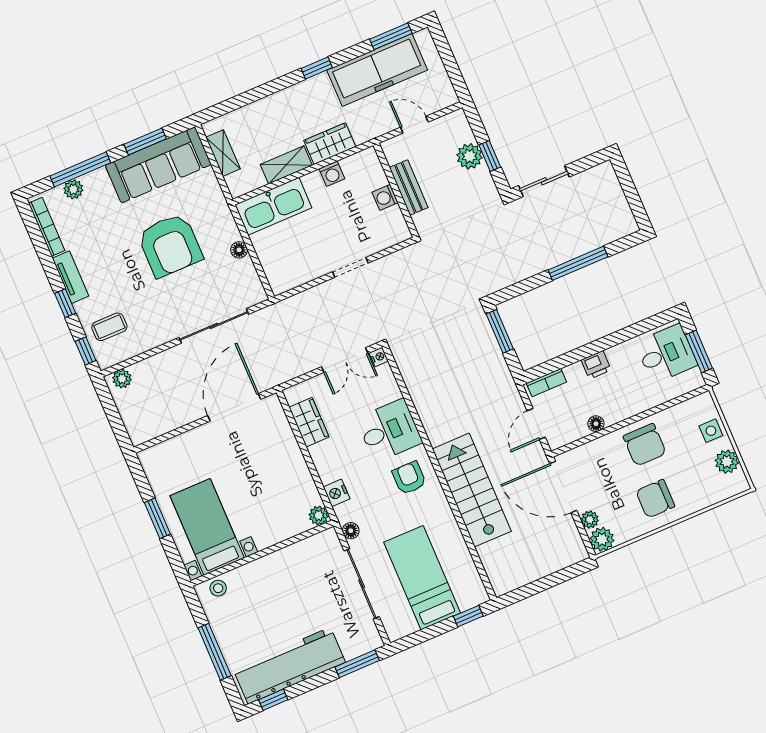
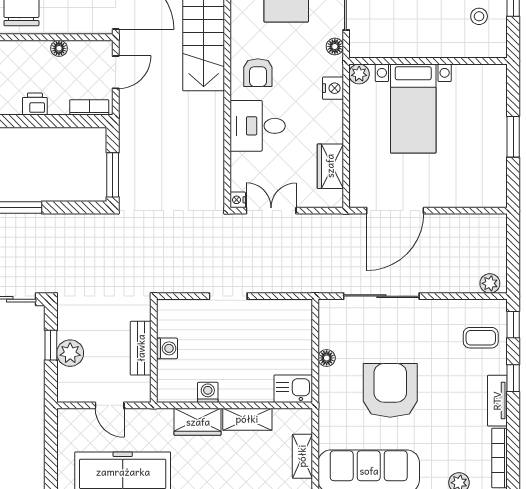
kitchen sink: (273, 206) -> (293, 389), width x0.53, depth x0.81
bed with nightstands: (207, 527) -> (413, 109), moved
stool: (218, 588) -> (479, 16), moved

